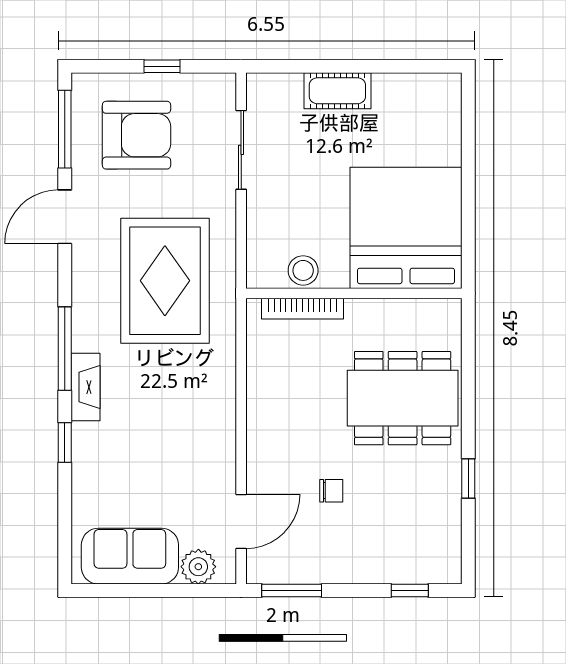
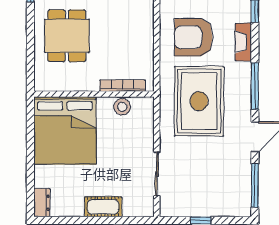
dresser: (448, 98) -> (42, 203), added
armchair: (136, 135) -> (194, 37), moved
window: (65, 349) -> (255, 86), moved
dining table: (403, 398) -> (67, 36), width x0.73

